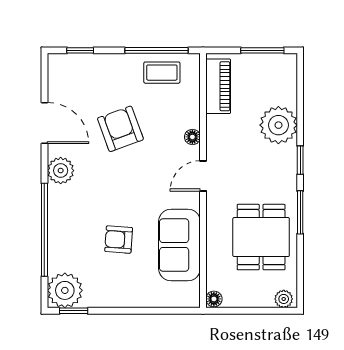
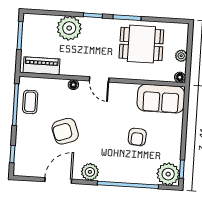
sofa: (179, 245) -> (161, 99), moved
plant: (284, 299) -> (181, 56), moved

